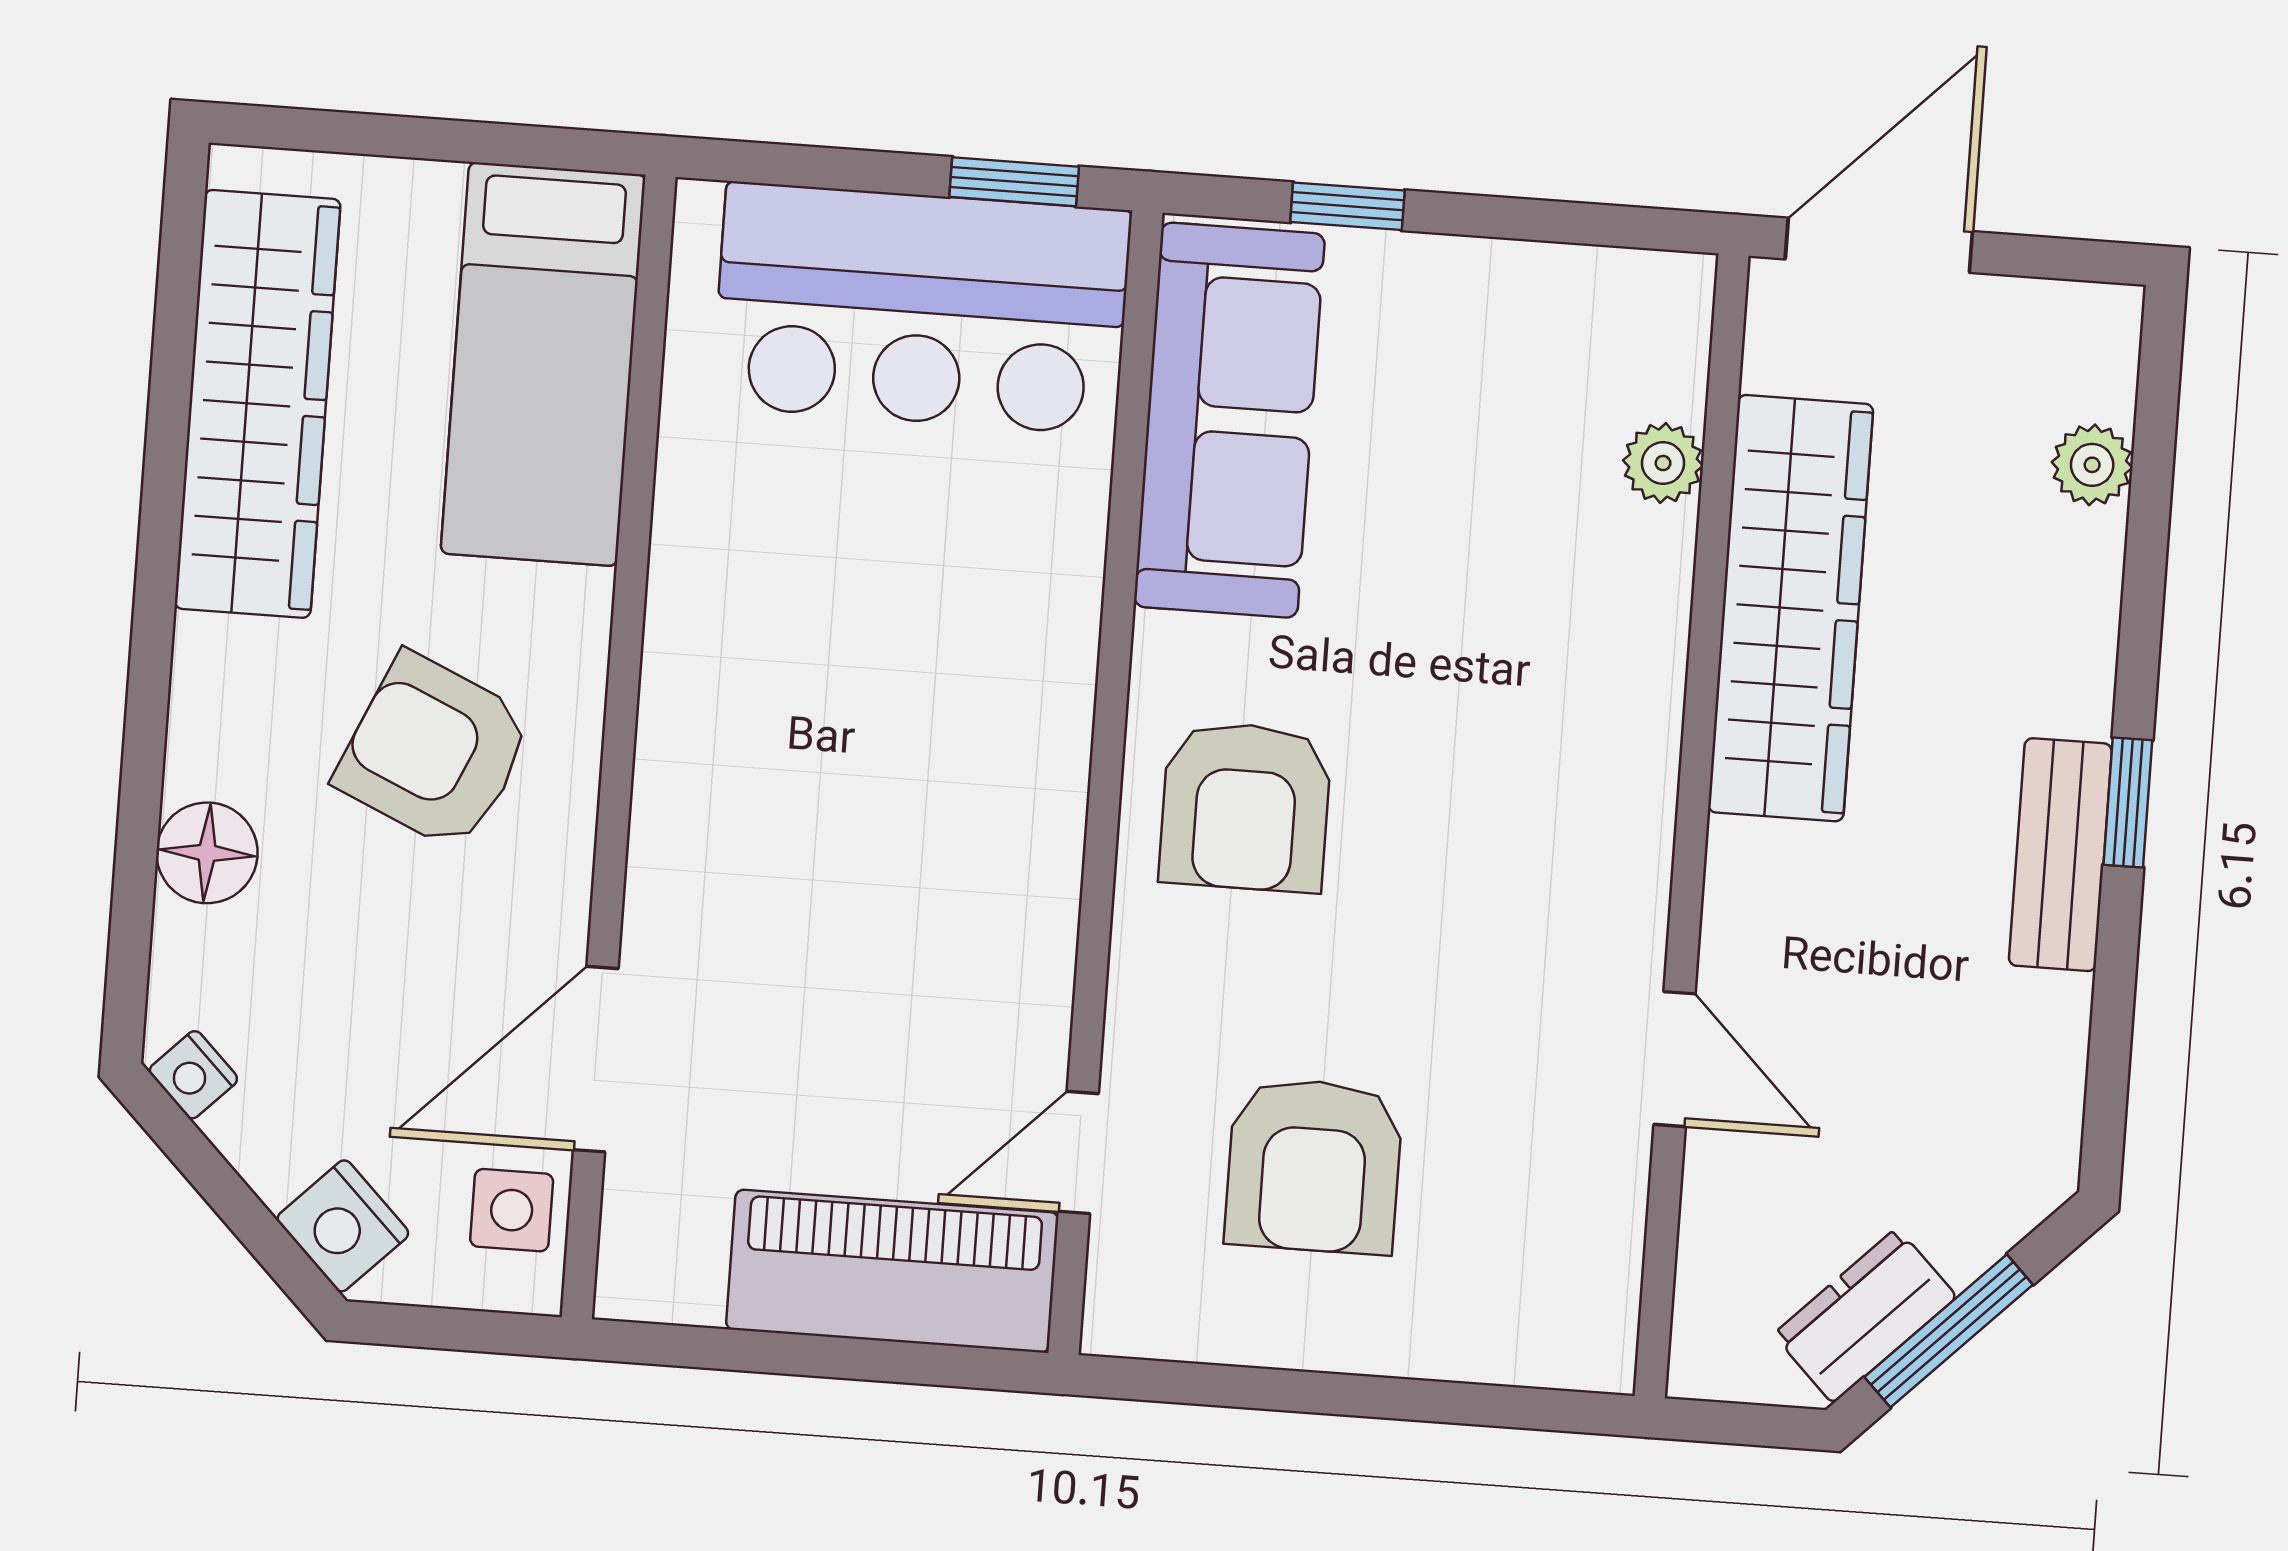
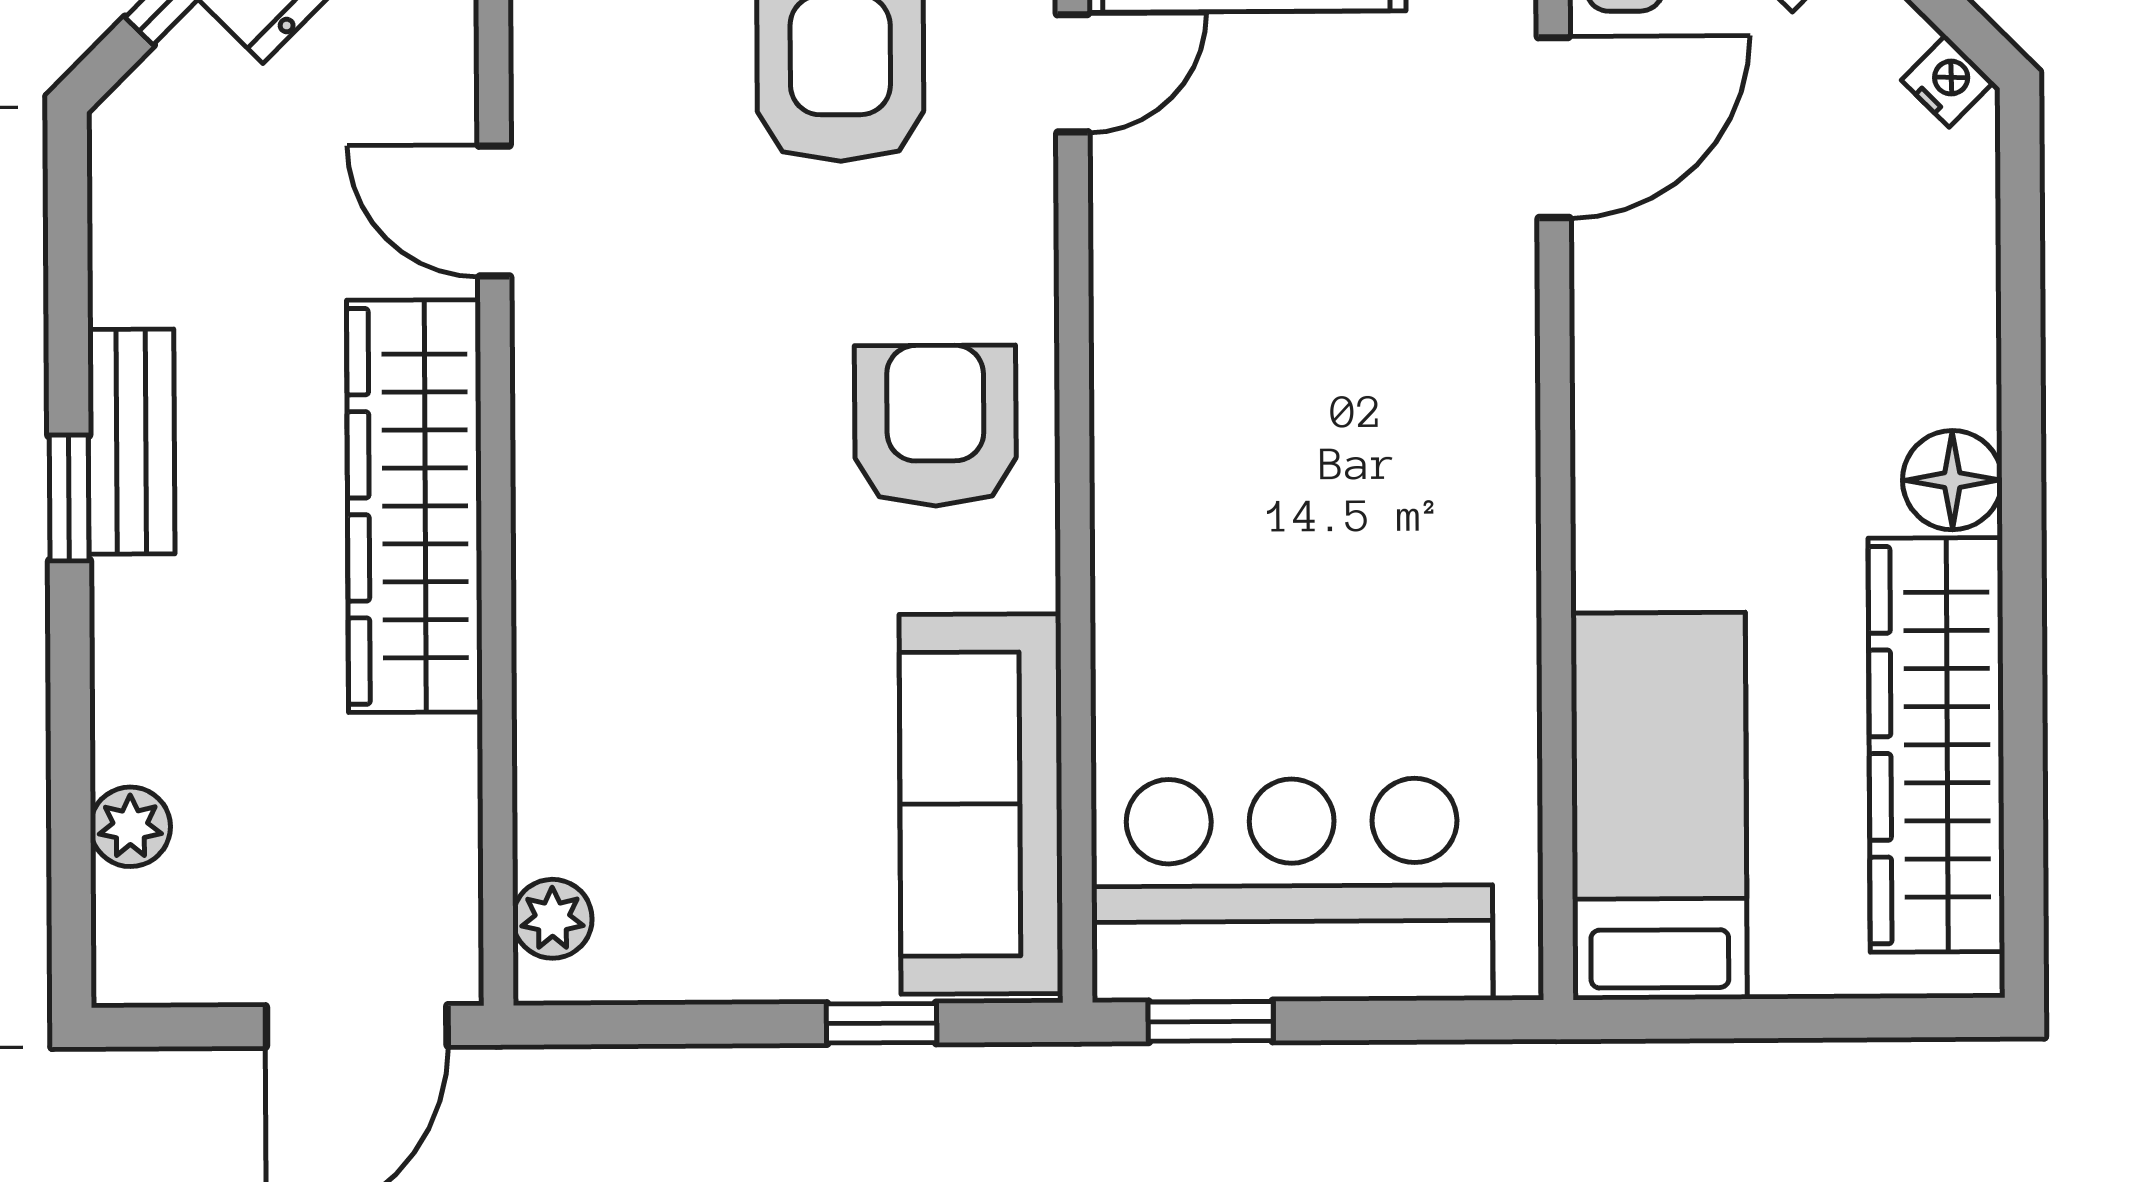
plant: (1663, 463) -> (552, 919), moved
wardrobe: (1791, 608) -> (414, 506), moved
armchair: (434, 752) -> (1736, 417), removed
floor lamp: (207, 853) -> (1952, 480), moved

